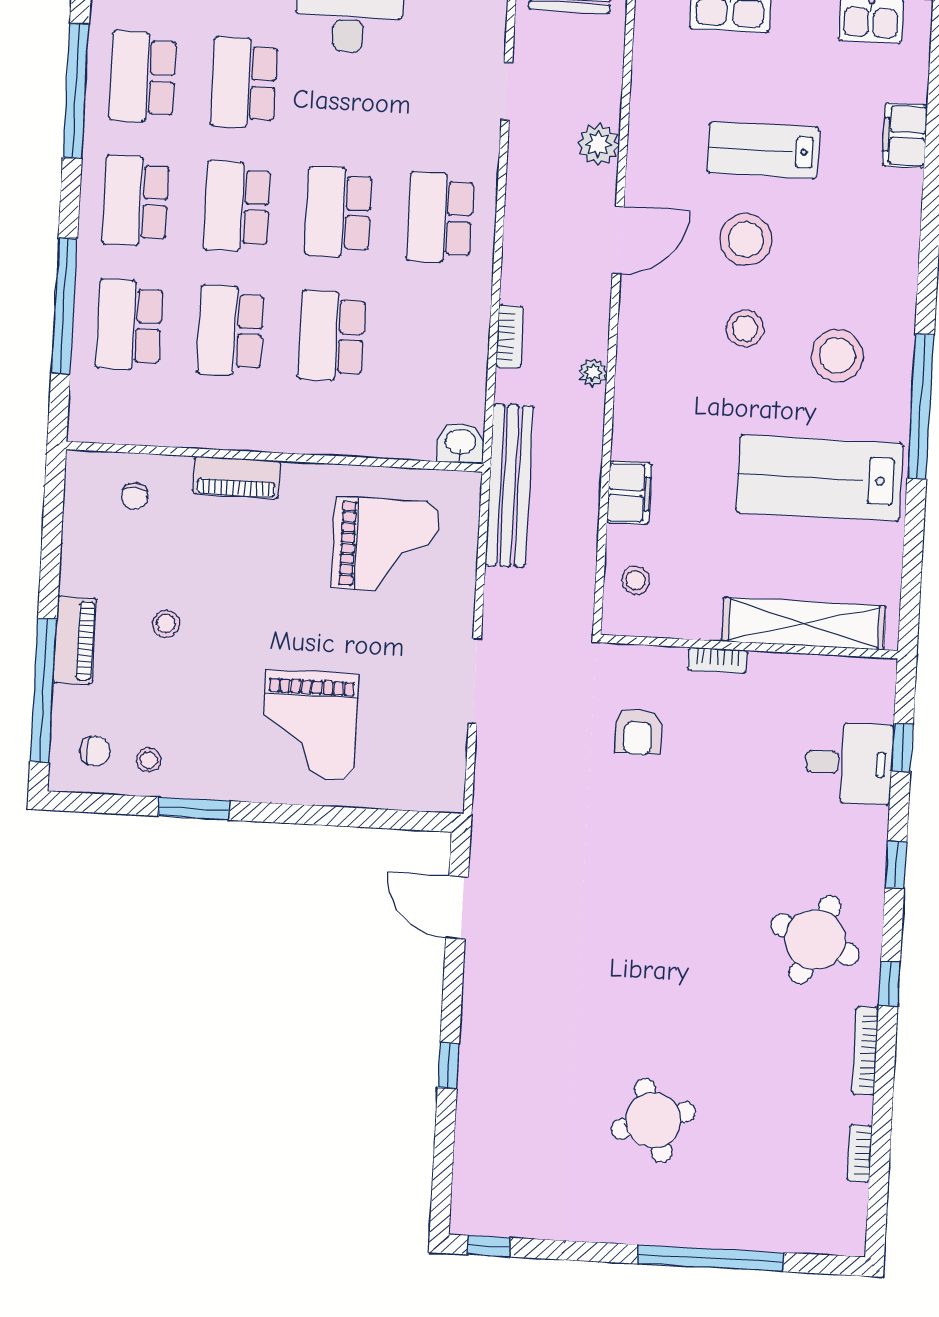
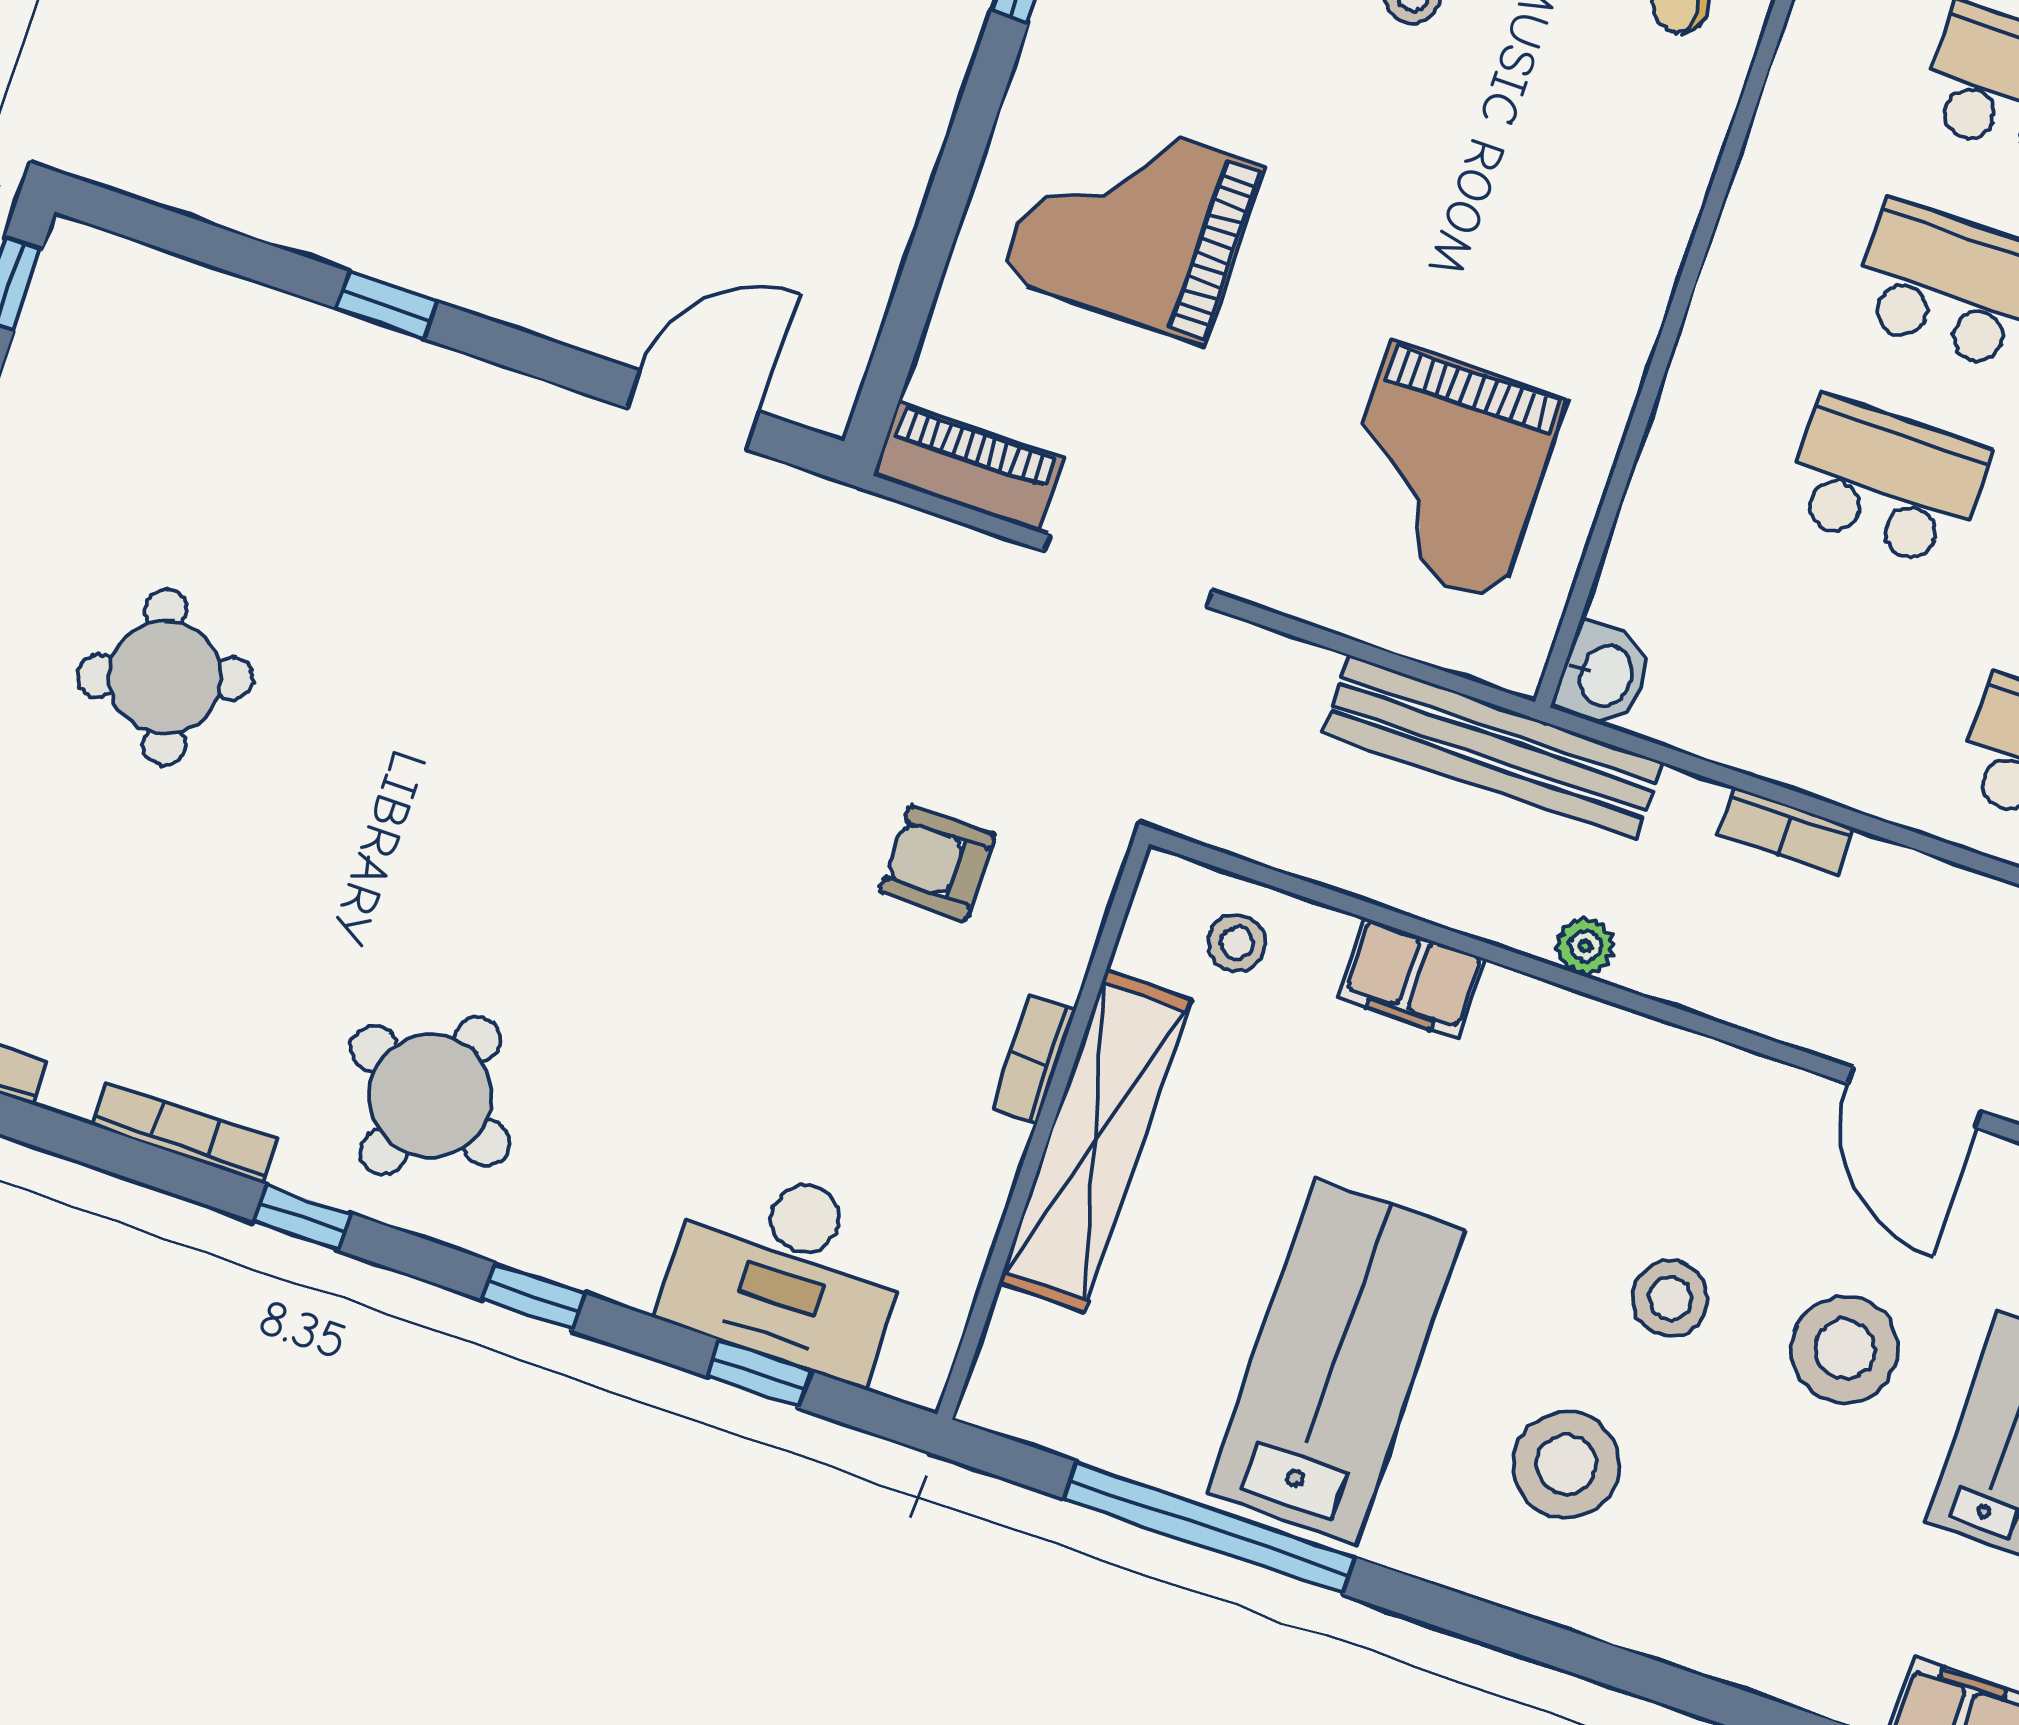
plant: (593, 372) -> (1585, 946), moved
window: (921, 407) -> (1210, 1528), moved
piano: (236, 477) -> (968, 467), moved, turned 90
shelving: (804, 624) -> (1095, 1141), moved
desk: (849, 763) -> (787, 1270), width x1.37

